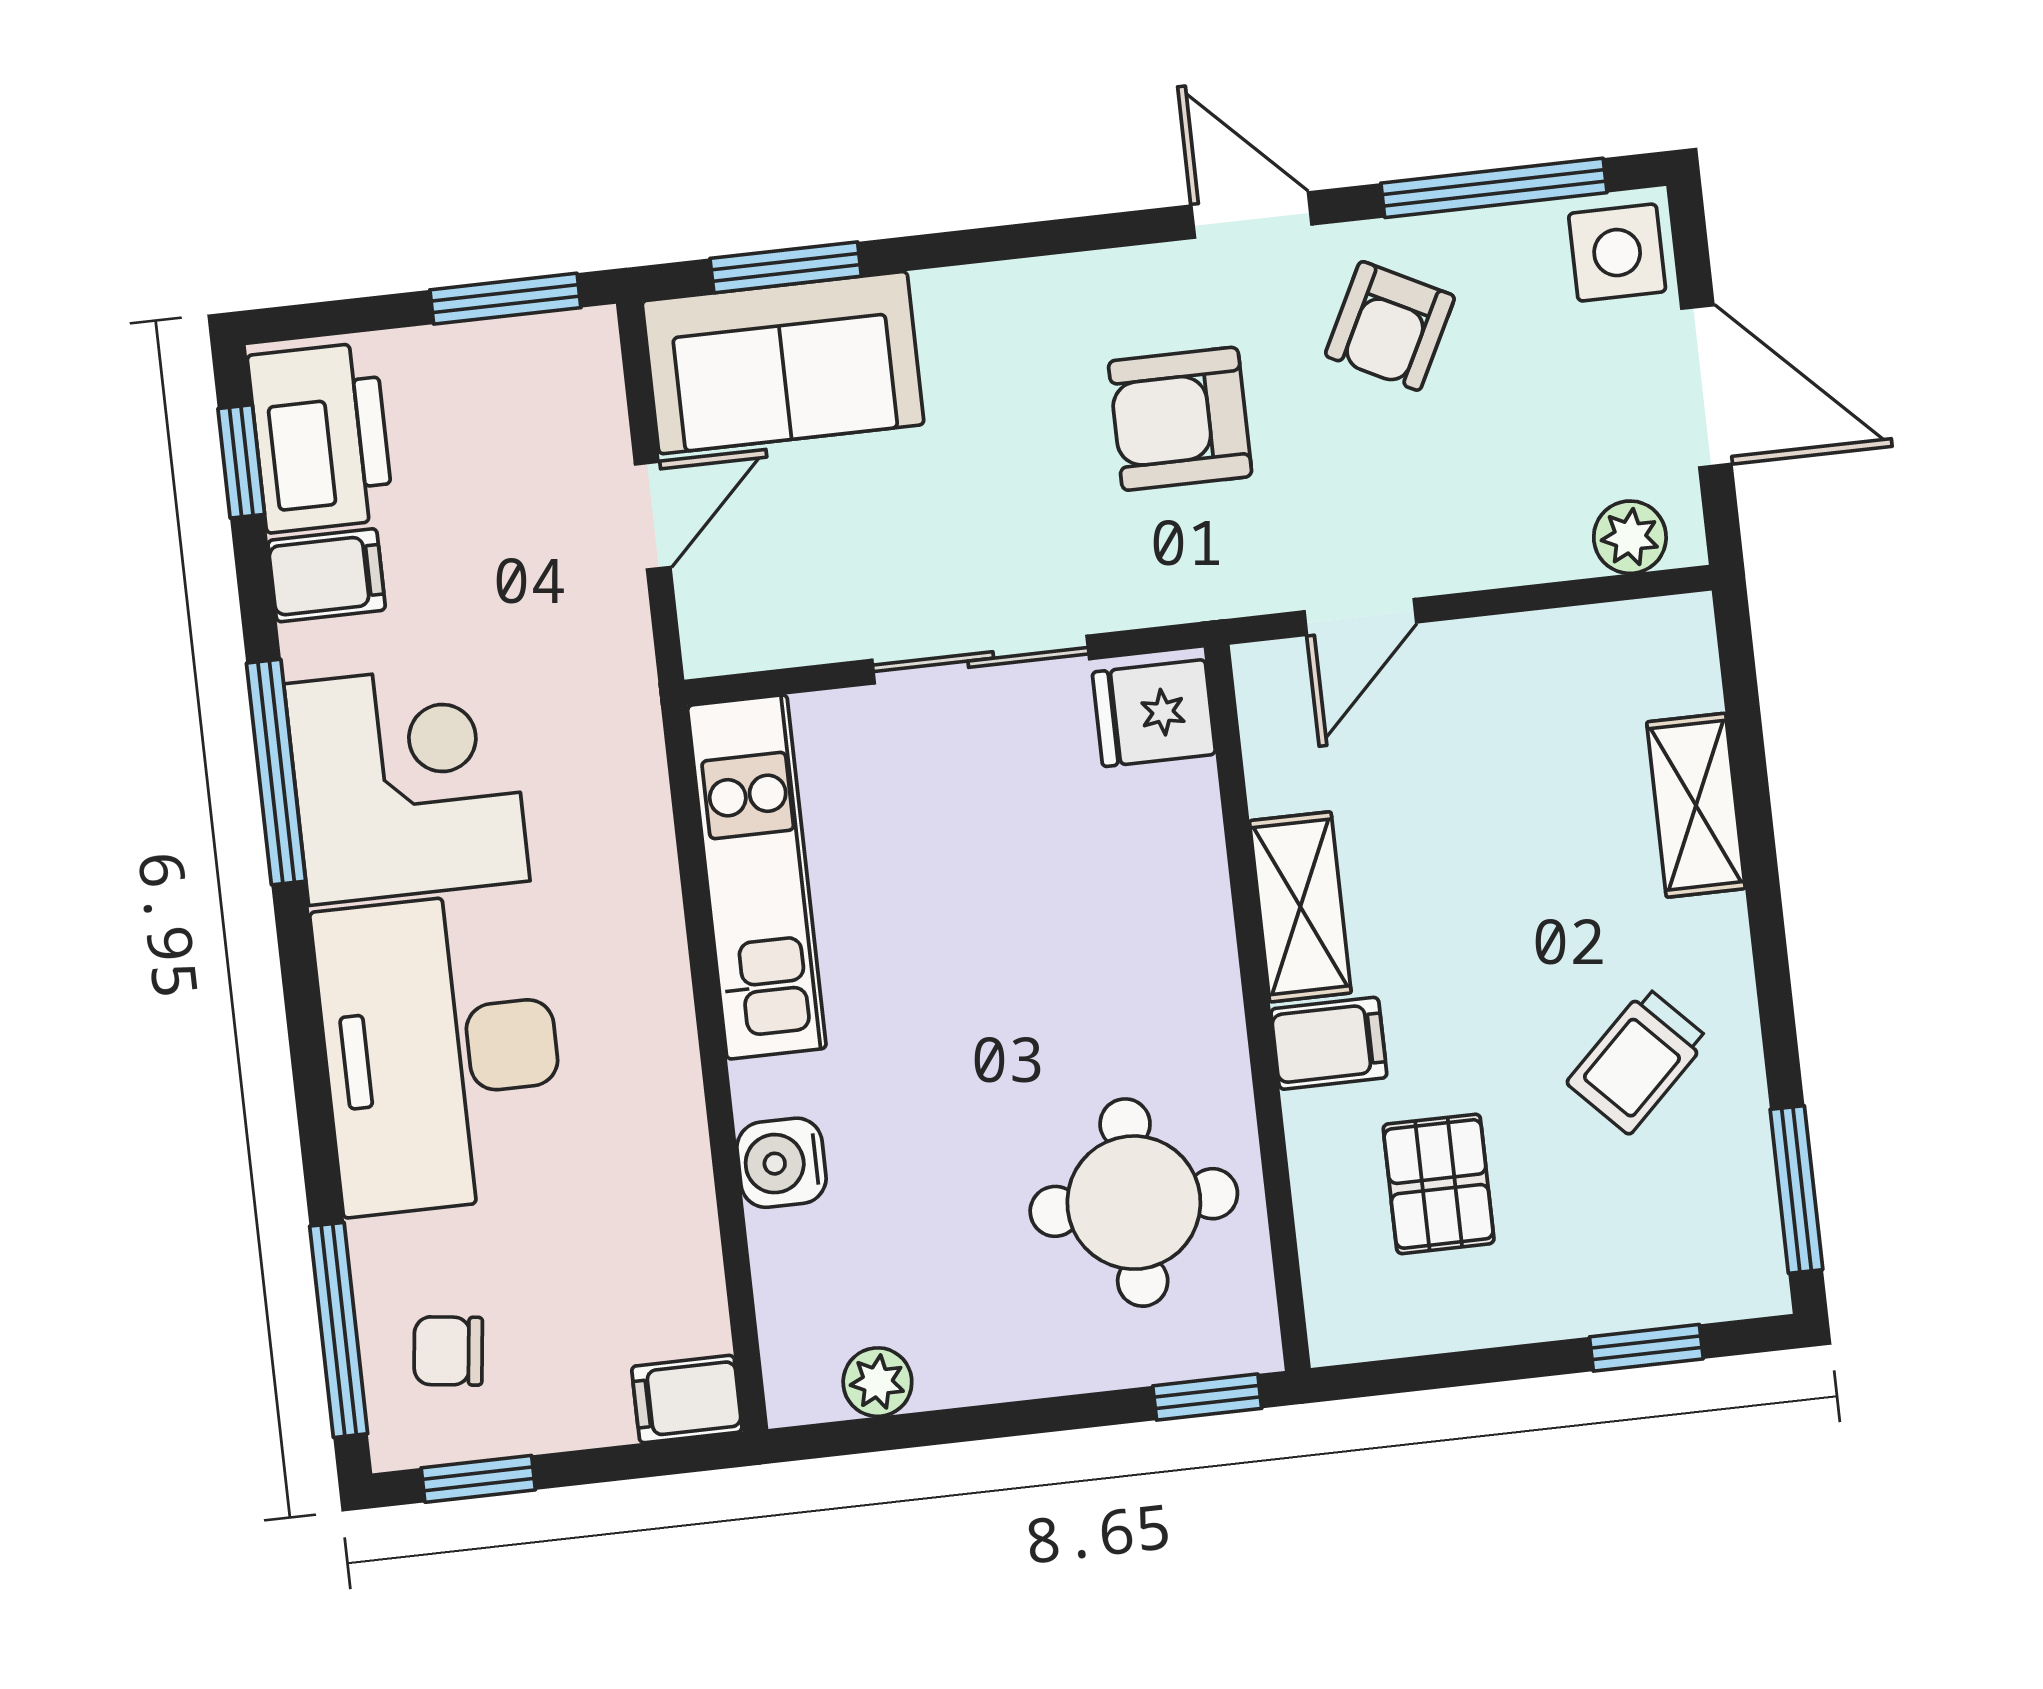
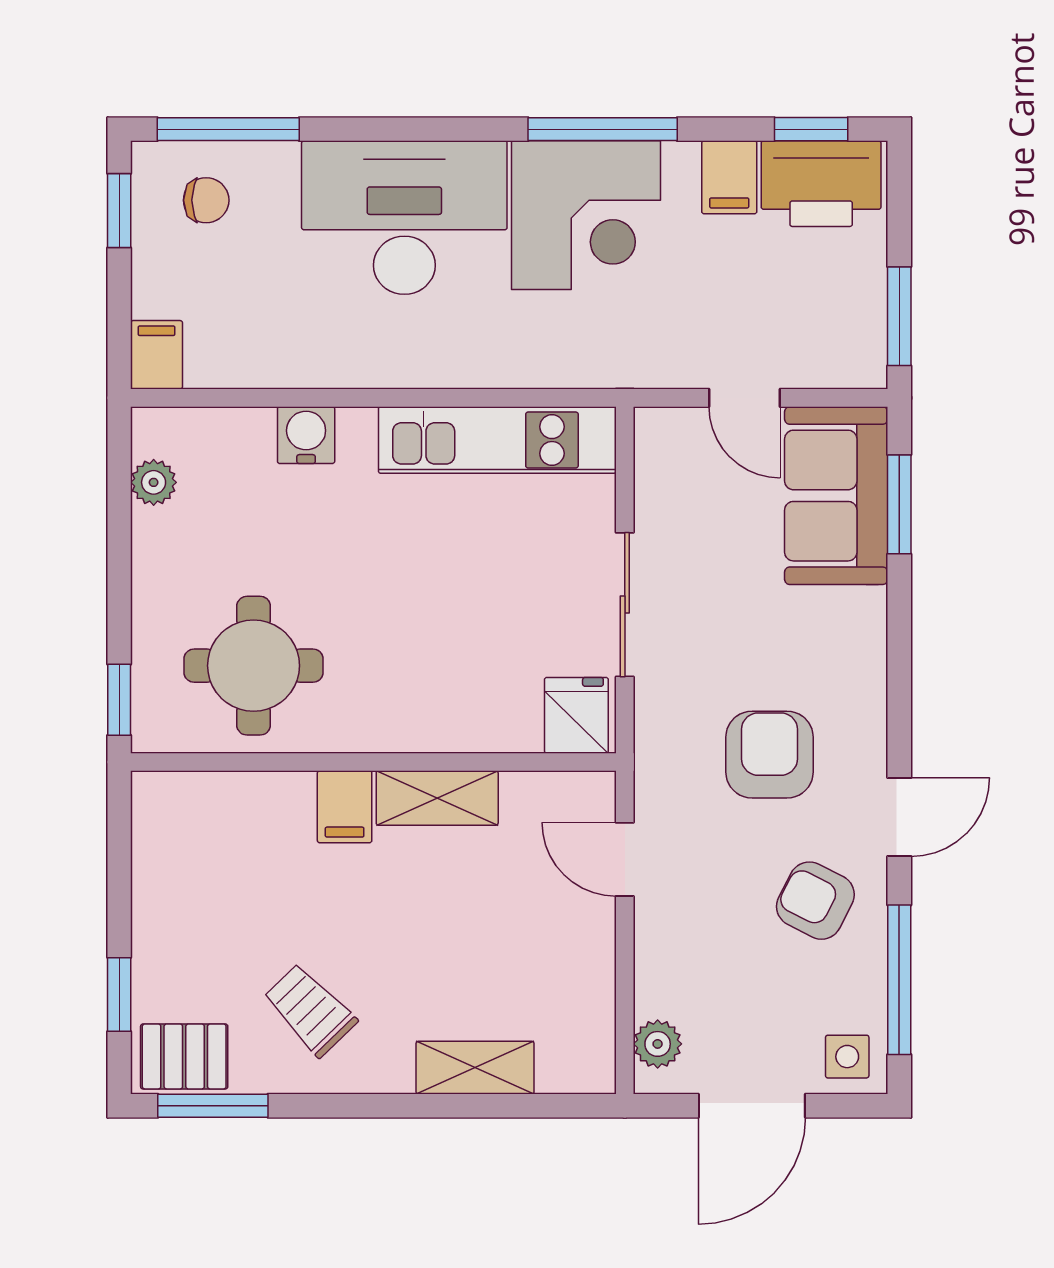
side table: (1617, 253) -> (847, 1057), width x0.73, depth x0.73
pallet: (1439, 1184) -> (184, 1056), moved
chair: (448, 1351) -> (206, 200), turned 83

